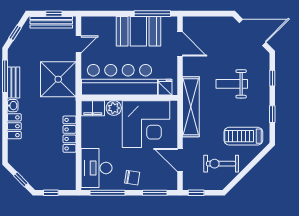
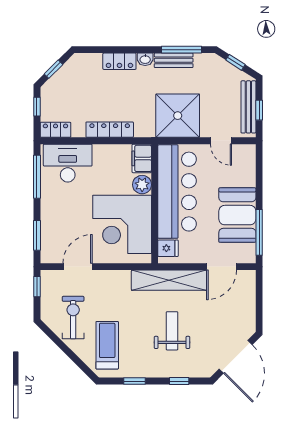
shelving: (191, 107) -> (169, 280), moved
locker: (70, 178) -> (55, 130), added
chair: (132, 178) -> (56, 207), removed

